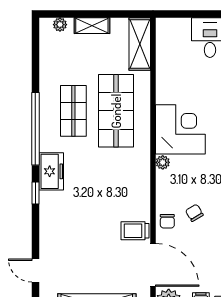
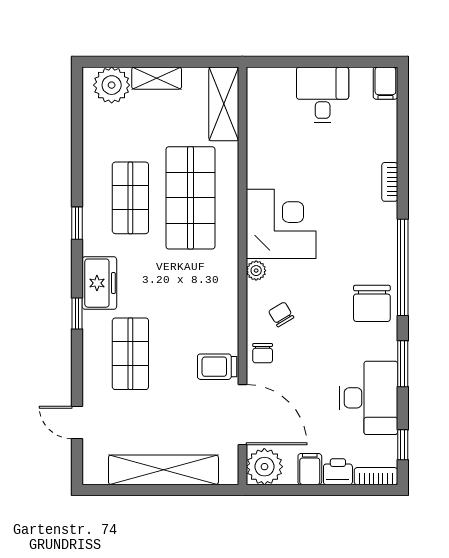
plant: (60, 25) -> (112, 85), width x1.87, depth x1.87
window: (35, 129) -> (77, 223), width x0.32
chair: (194, 213) -> (281, 314), moved
shop shelf: (73, 222) -> (130, 354), added

